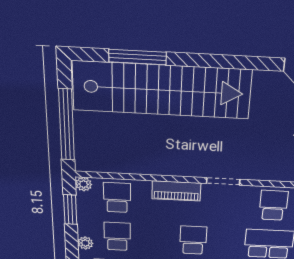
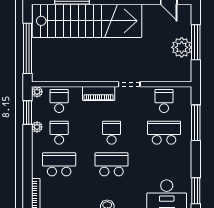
plant: (85, 243) -> (37, 127), moved

